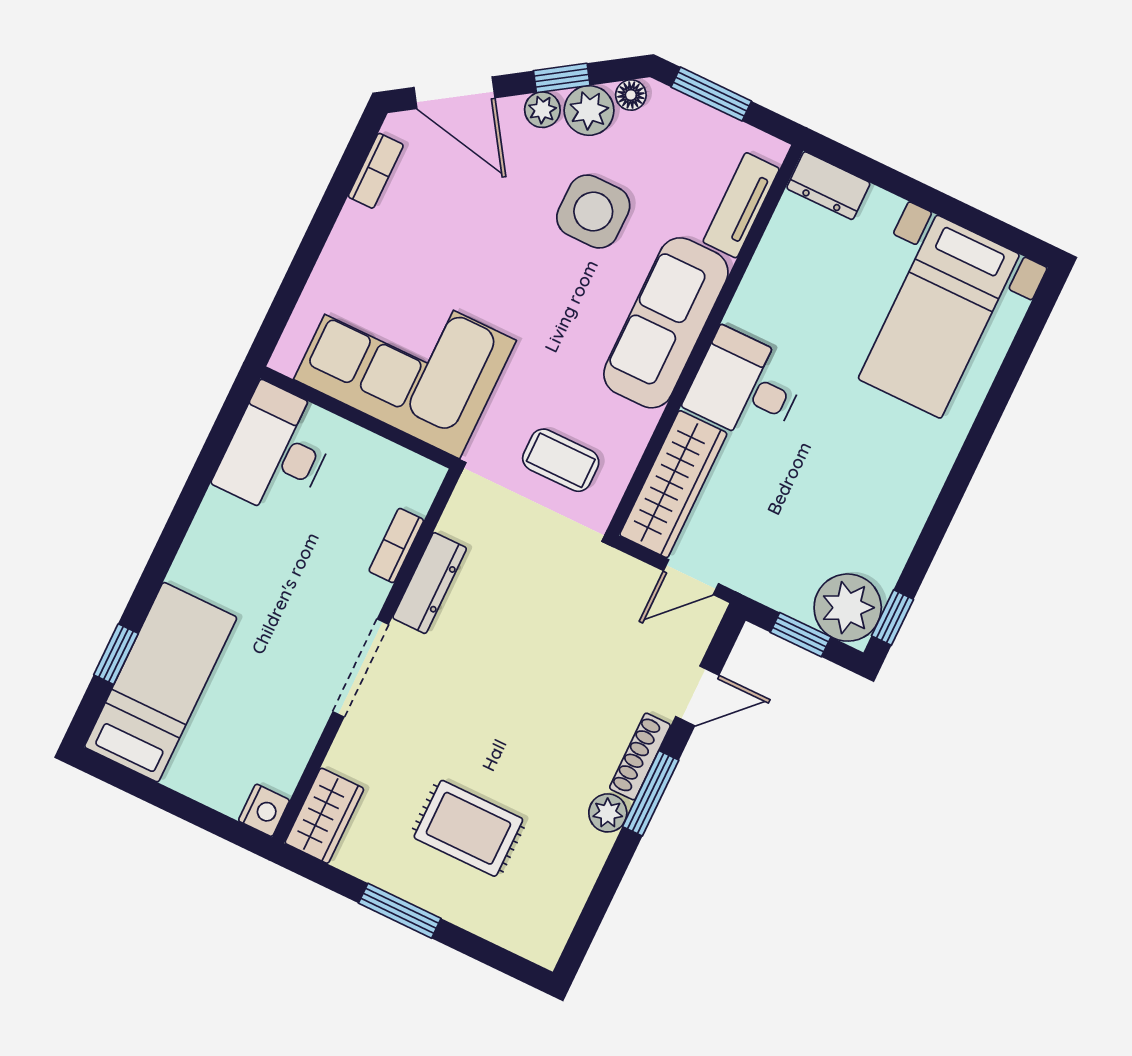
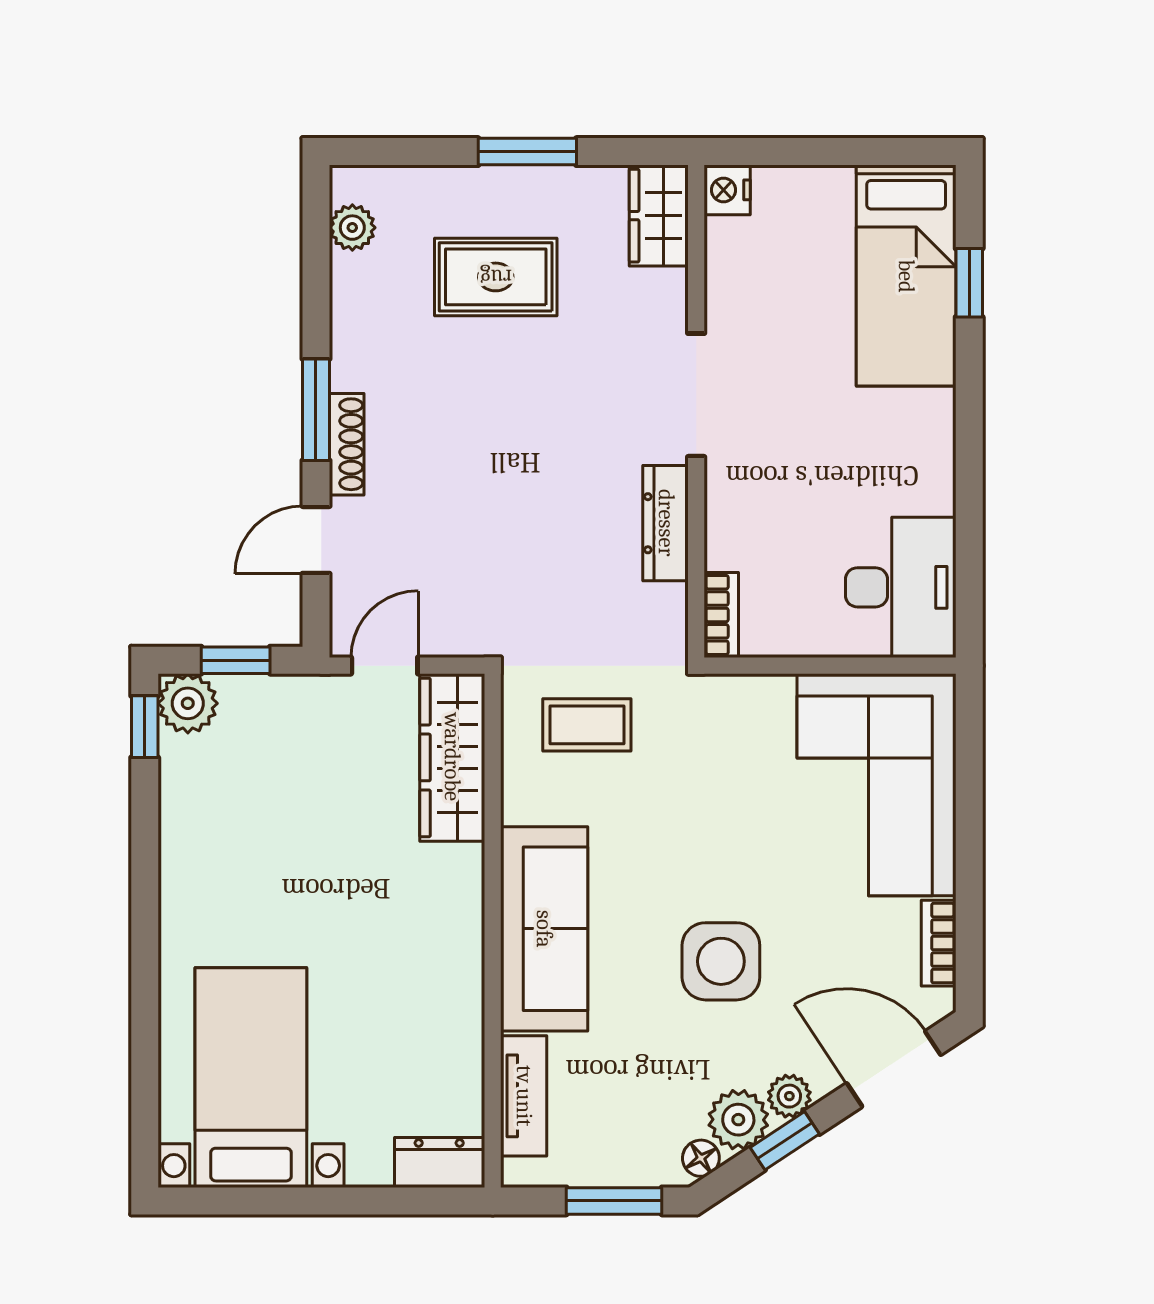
side table: (593, 211) -> (721, 961), moved
corner sofa: (405, 360) -> (877, 785), moved, turned 90
desk: (745, 386) -> (425, 901), removed
bookcase: (396, 546) -> (721, 615), moved
plant: (848, 608) -> (188, 703), width x0.73, depth x0.73
plant: (608, 813) -> (352, 228), moved

